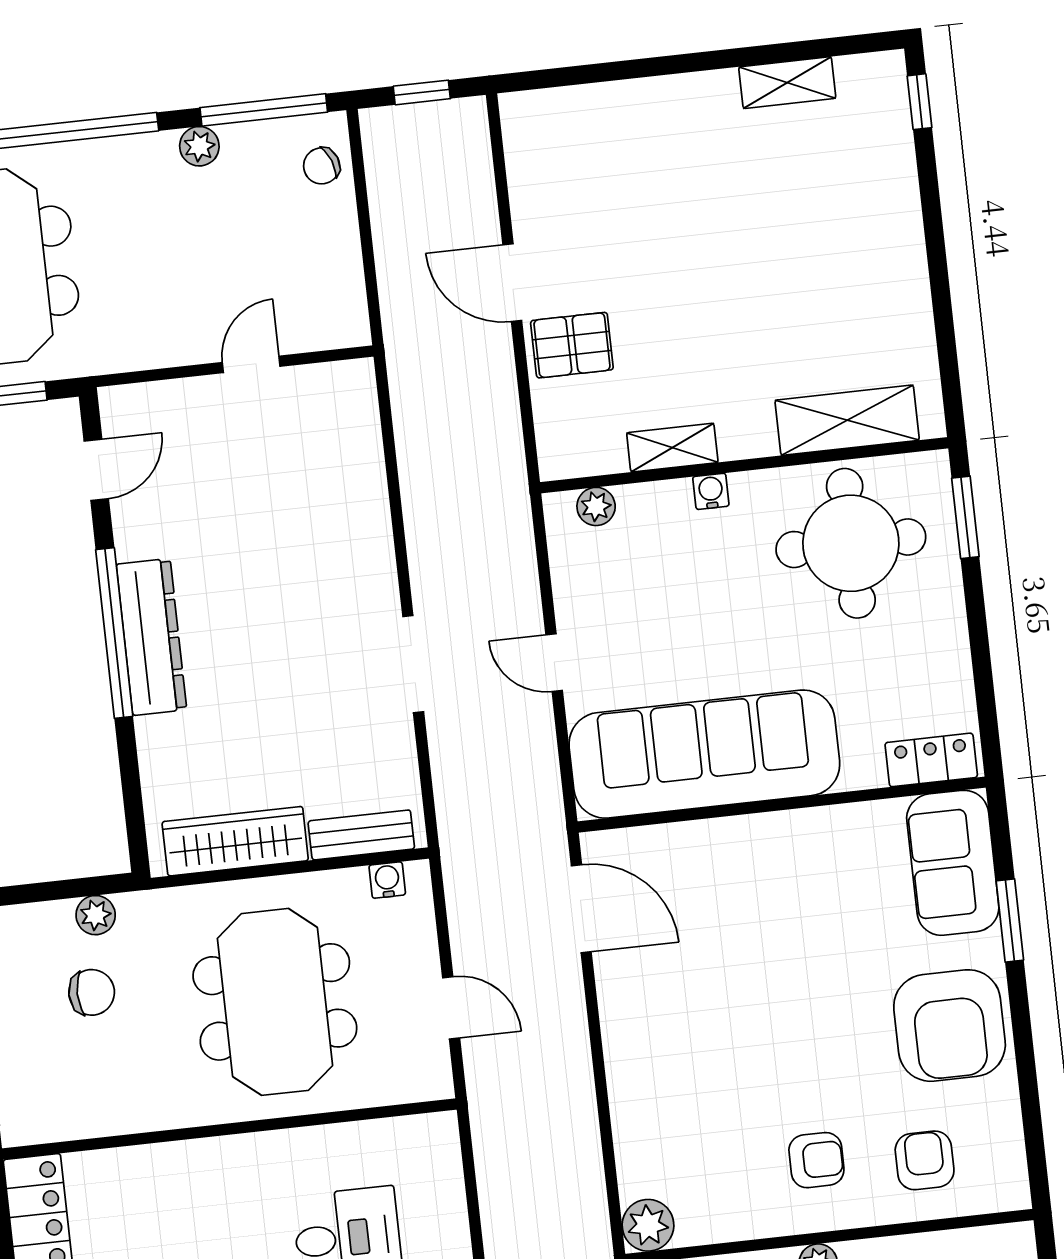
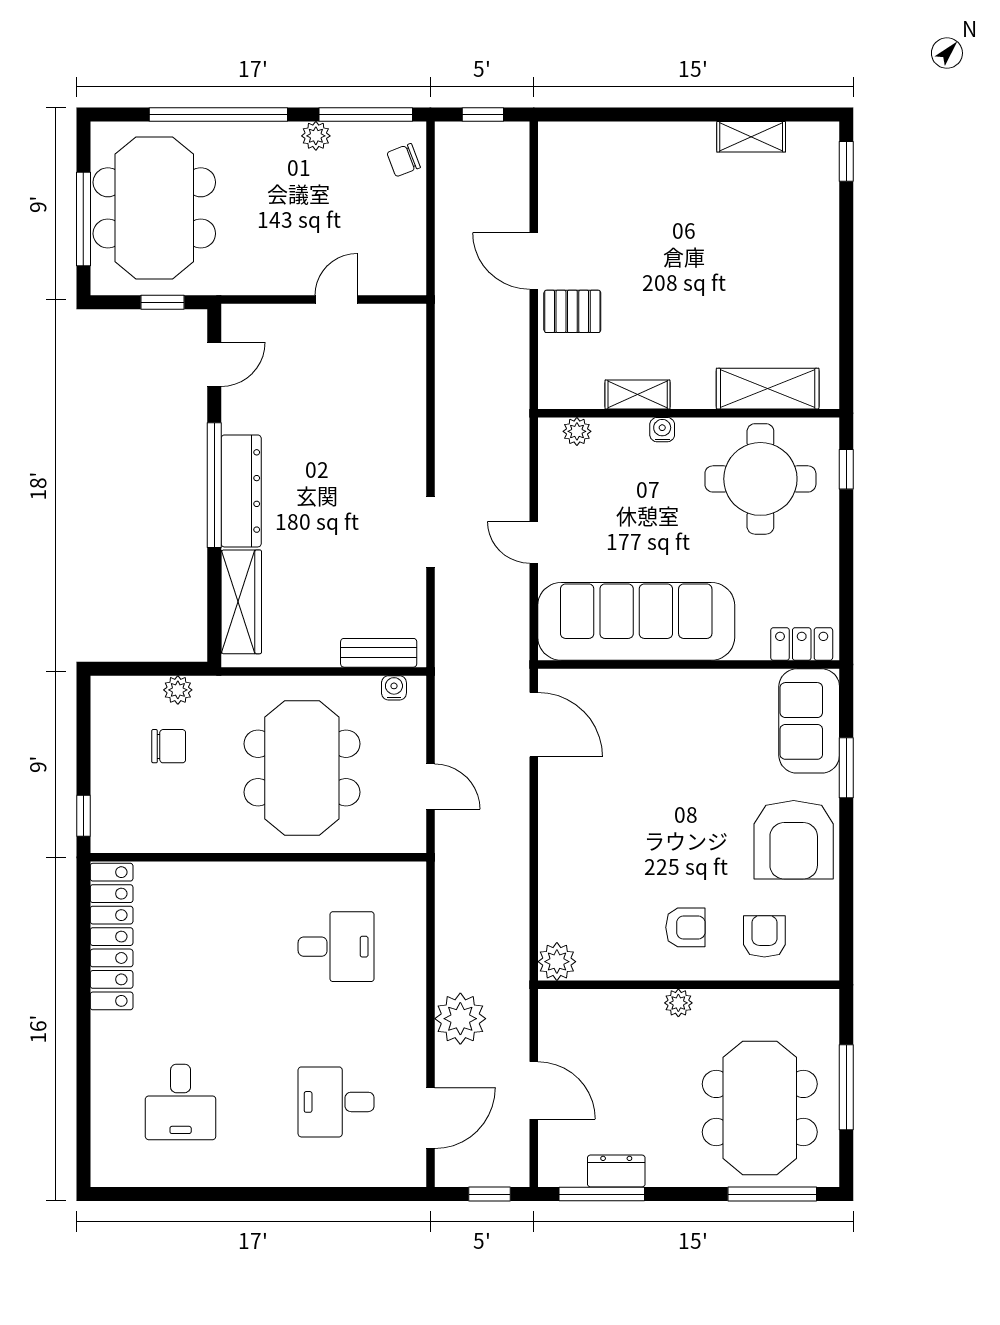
window: (965, 517) -> (846, 469), width x0.67
wardrobe: (235, 841) -> (241, 602), moved, turned 90

